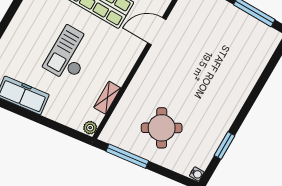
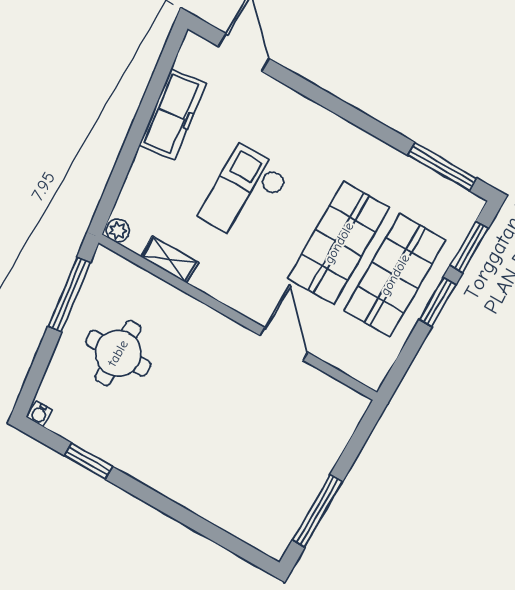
checkout: (69, 54) -> (244, 194), turned -90
round table: (162, 128) -> (118, 353), turned 30

